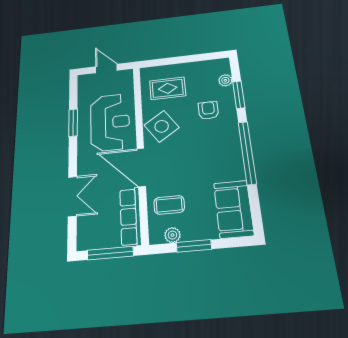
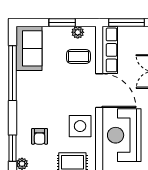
side table: (162, 126) -> (80, 126), turned 34
window: (247, 153) -> (12, 73), moved

